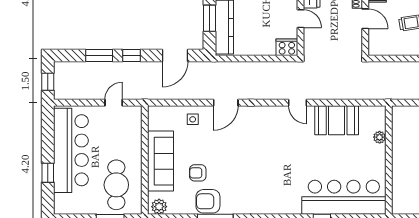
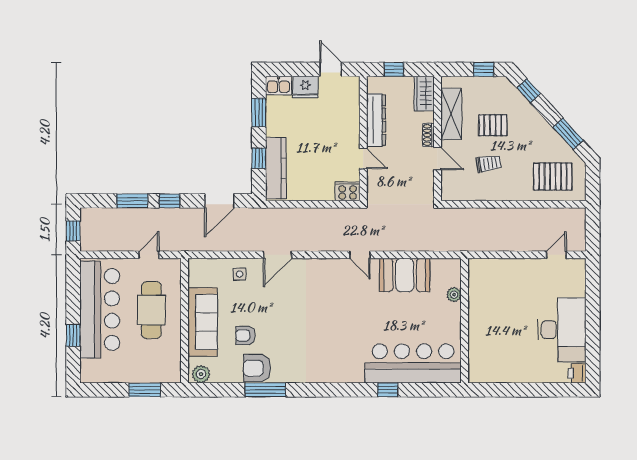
window: (209, 18) -> (259, 158), width x0.67
cafe table: (116, 185) -> (151, 310), moved

